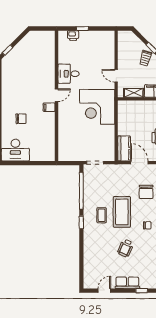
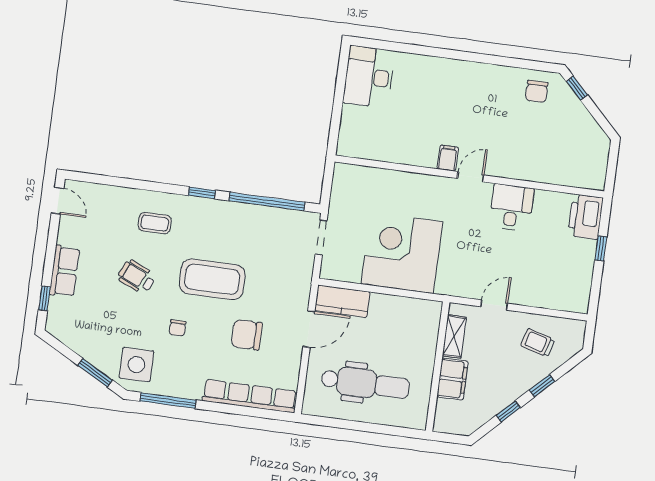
printer: (73, 36) -> (585, 217), width x1.87, depth x1.48
trolley: (146, 58) -> (538, 343), moved
door: (56, 95) -> (471, 177), swing flipped
corner desk: (97, 107) -> (402, 253), moved
chair: (21, 119) -> (537, 91), moved
coffee table: (102, 215) -> (155, 223), moved
door: (104, 291) -> (58, 201), moved

